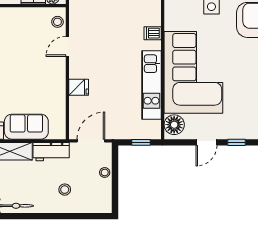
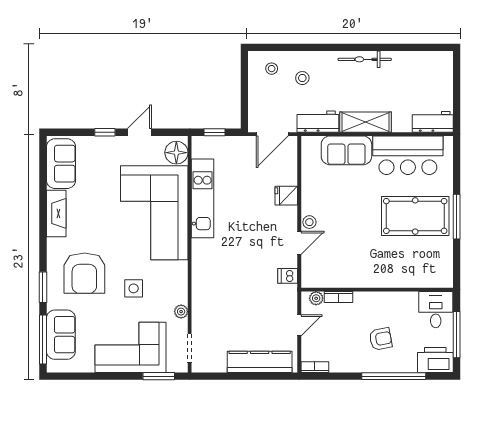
stool: (57, 22) -> (309, 222), moved
dishwasher: (153, 33) -> (288, 276), moved, turned 180
stool: (105, 172) -> (272, 69), moved

